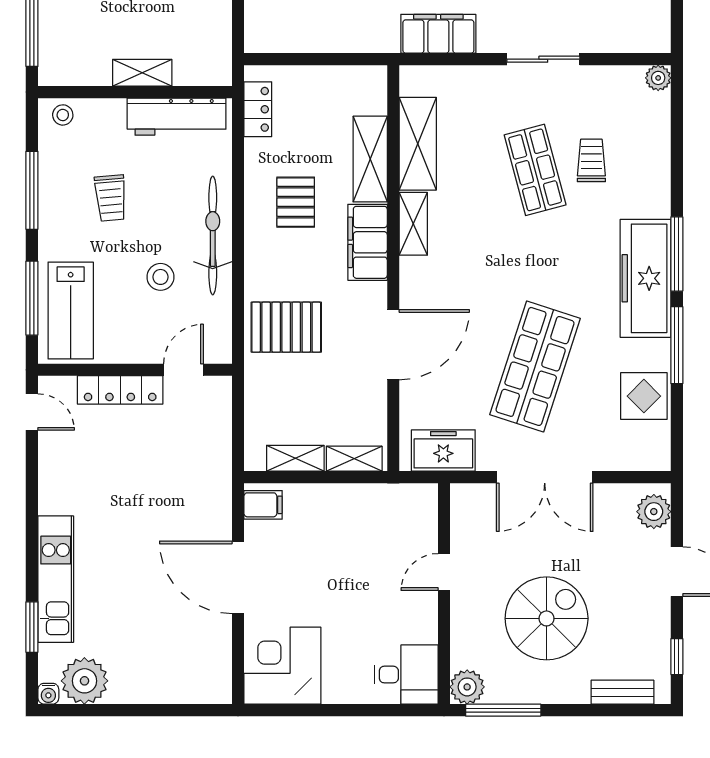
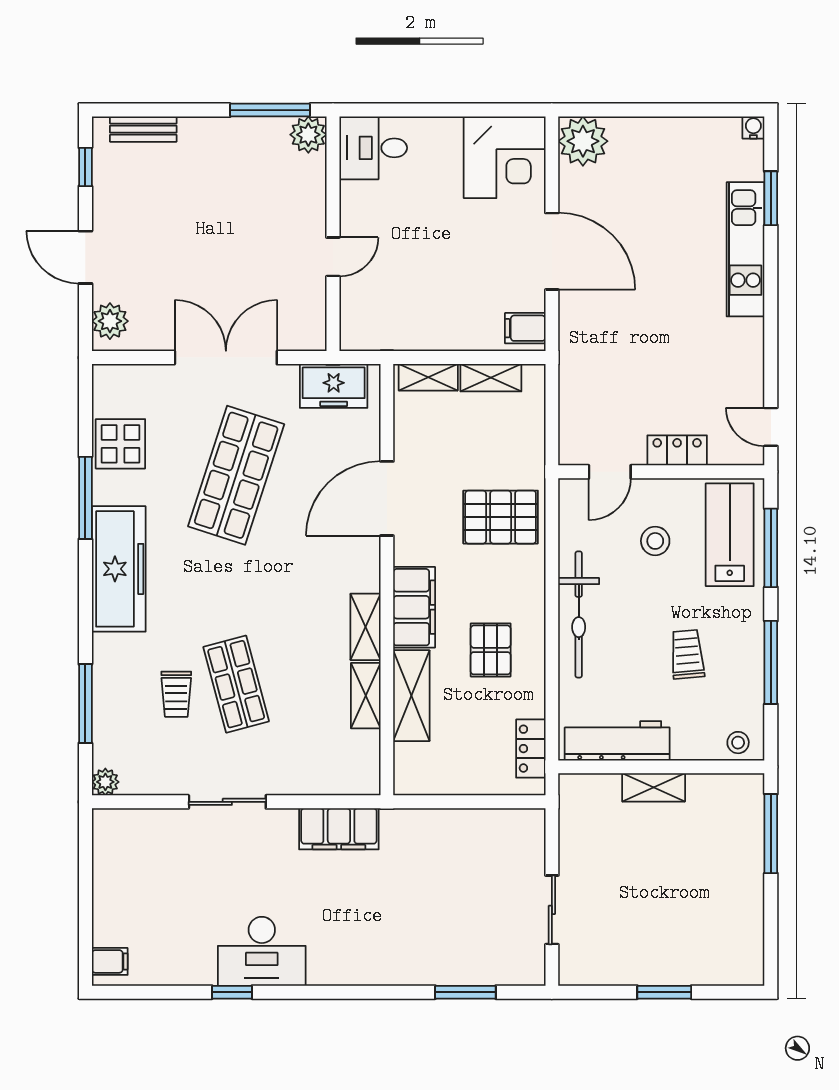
shelving: (418, 144) -> (366, 696), width x0.67, depth x0.75
window: (677, 254) -> (85, 704), moved
stool: (160, 277) -> (655, 541), moved
locker: (120, 390) -> (677, 450), width x0.66
spiral stairs: (547, 618) -> (224, 207), removed
plant: (84, 681) -> (583, 141), moved

